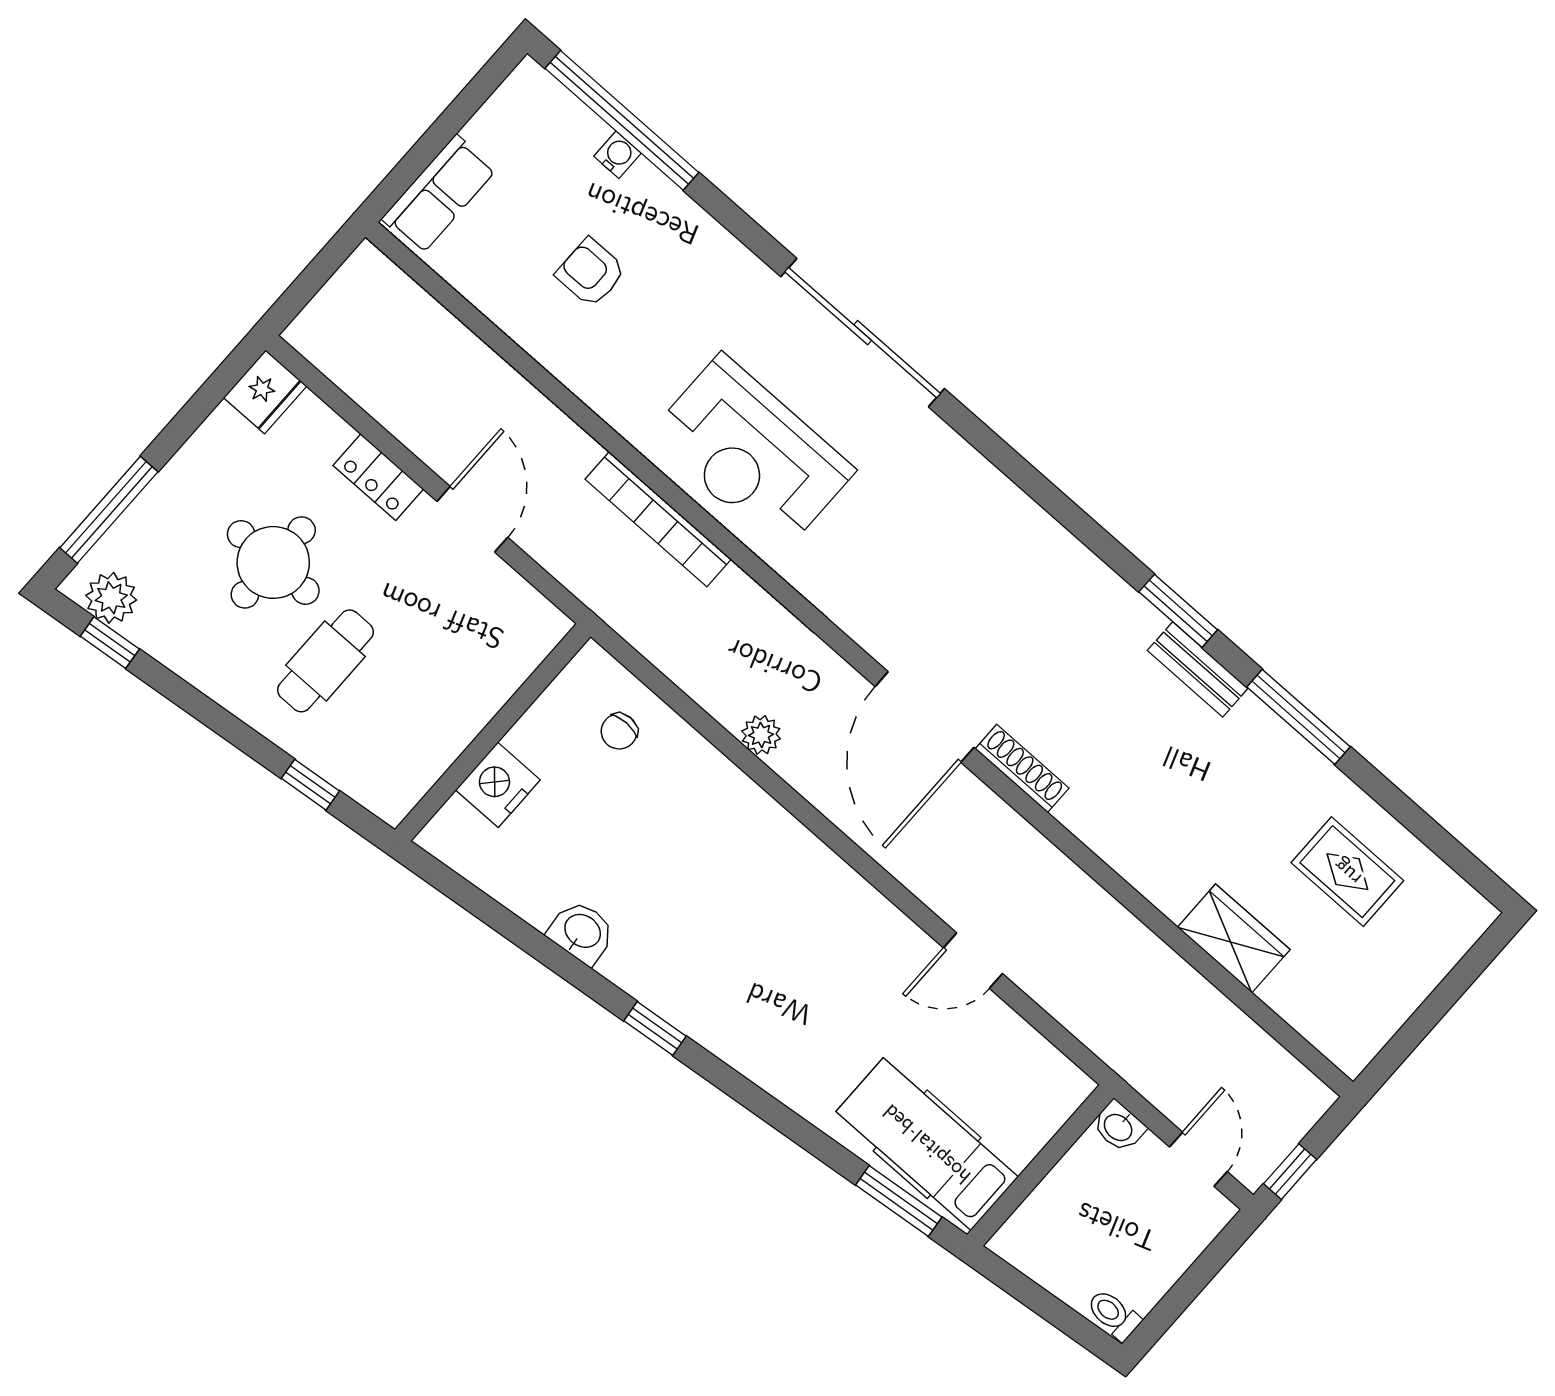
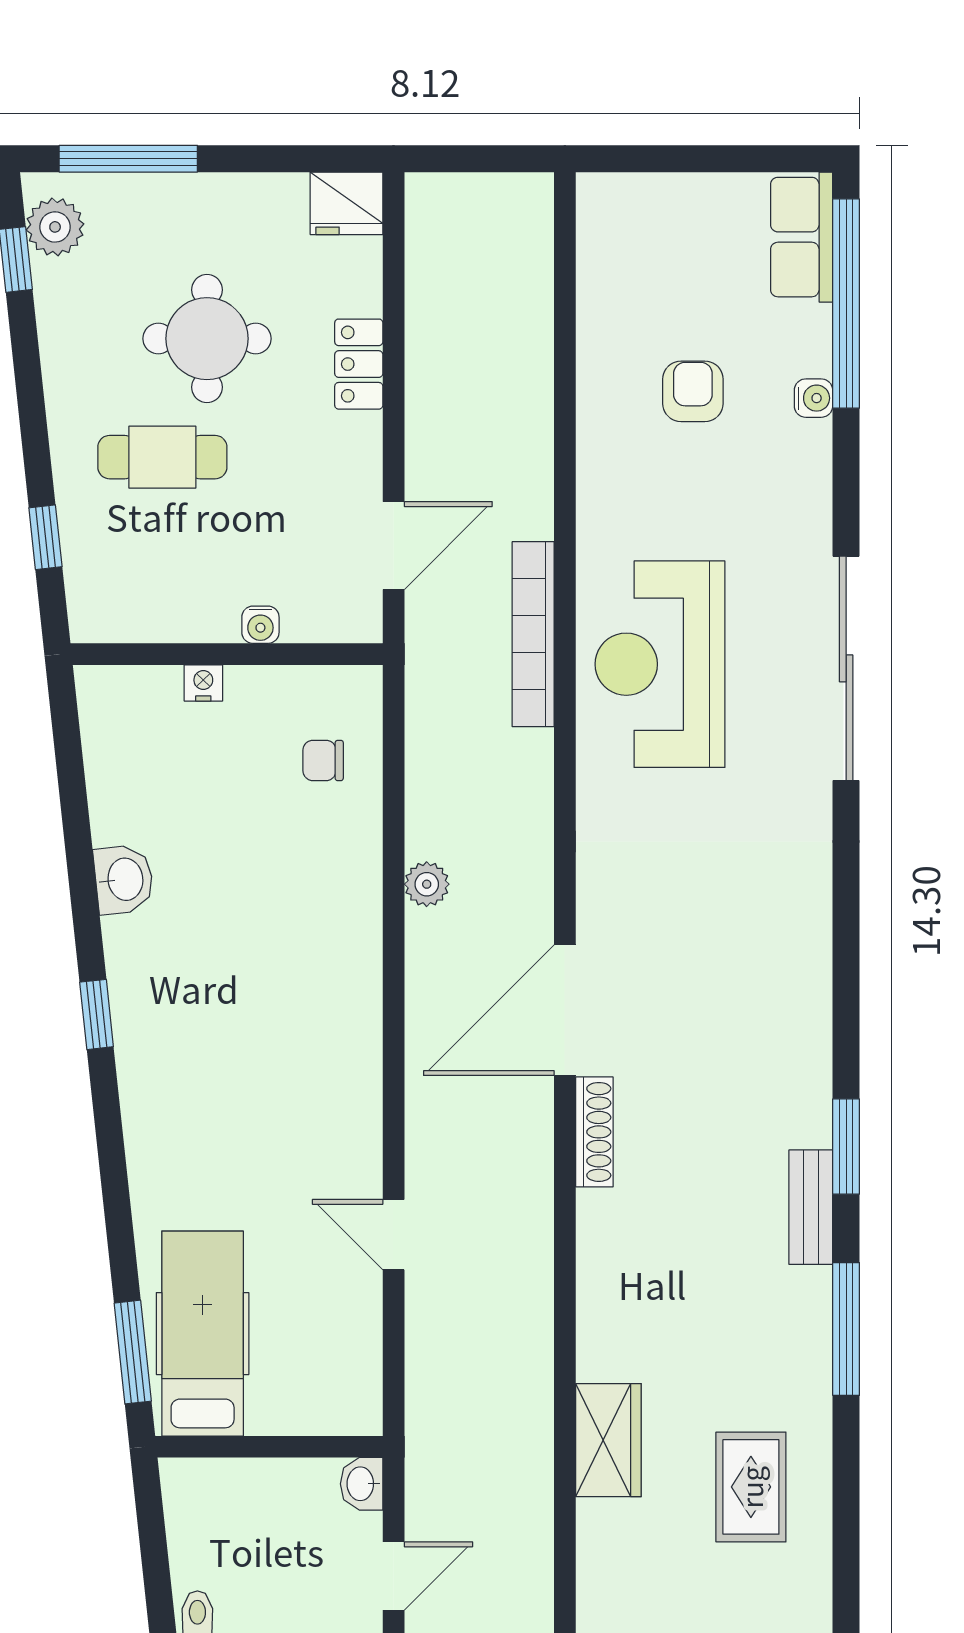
water cooler: (617, 155) -> (813, 398), moved
row of seats: (439, 194) -> (802, 237), moved, turned 90
door: (472, 519) -> (394, 546), moved
water cooler: (493, 694) -> (260, 625), added
nightstand: (498, 785) -> (203, 683), width x0.53, depth x0.56

